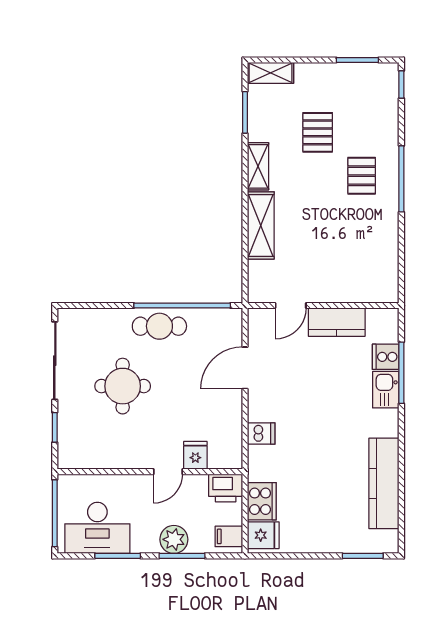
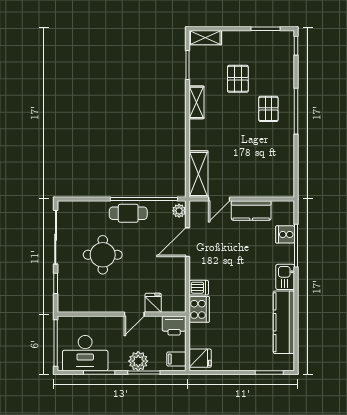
shelving: (261, 225) -> (199, 174), moved
plant: (233, 323) -> (179, 211), added
kitchen sink: (386, 390) -> (285, 277), moved
cooker: (262, 501) -> (199, 309), moved

